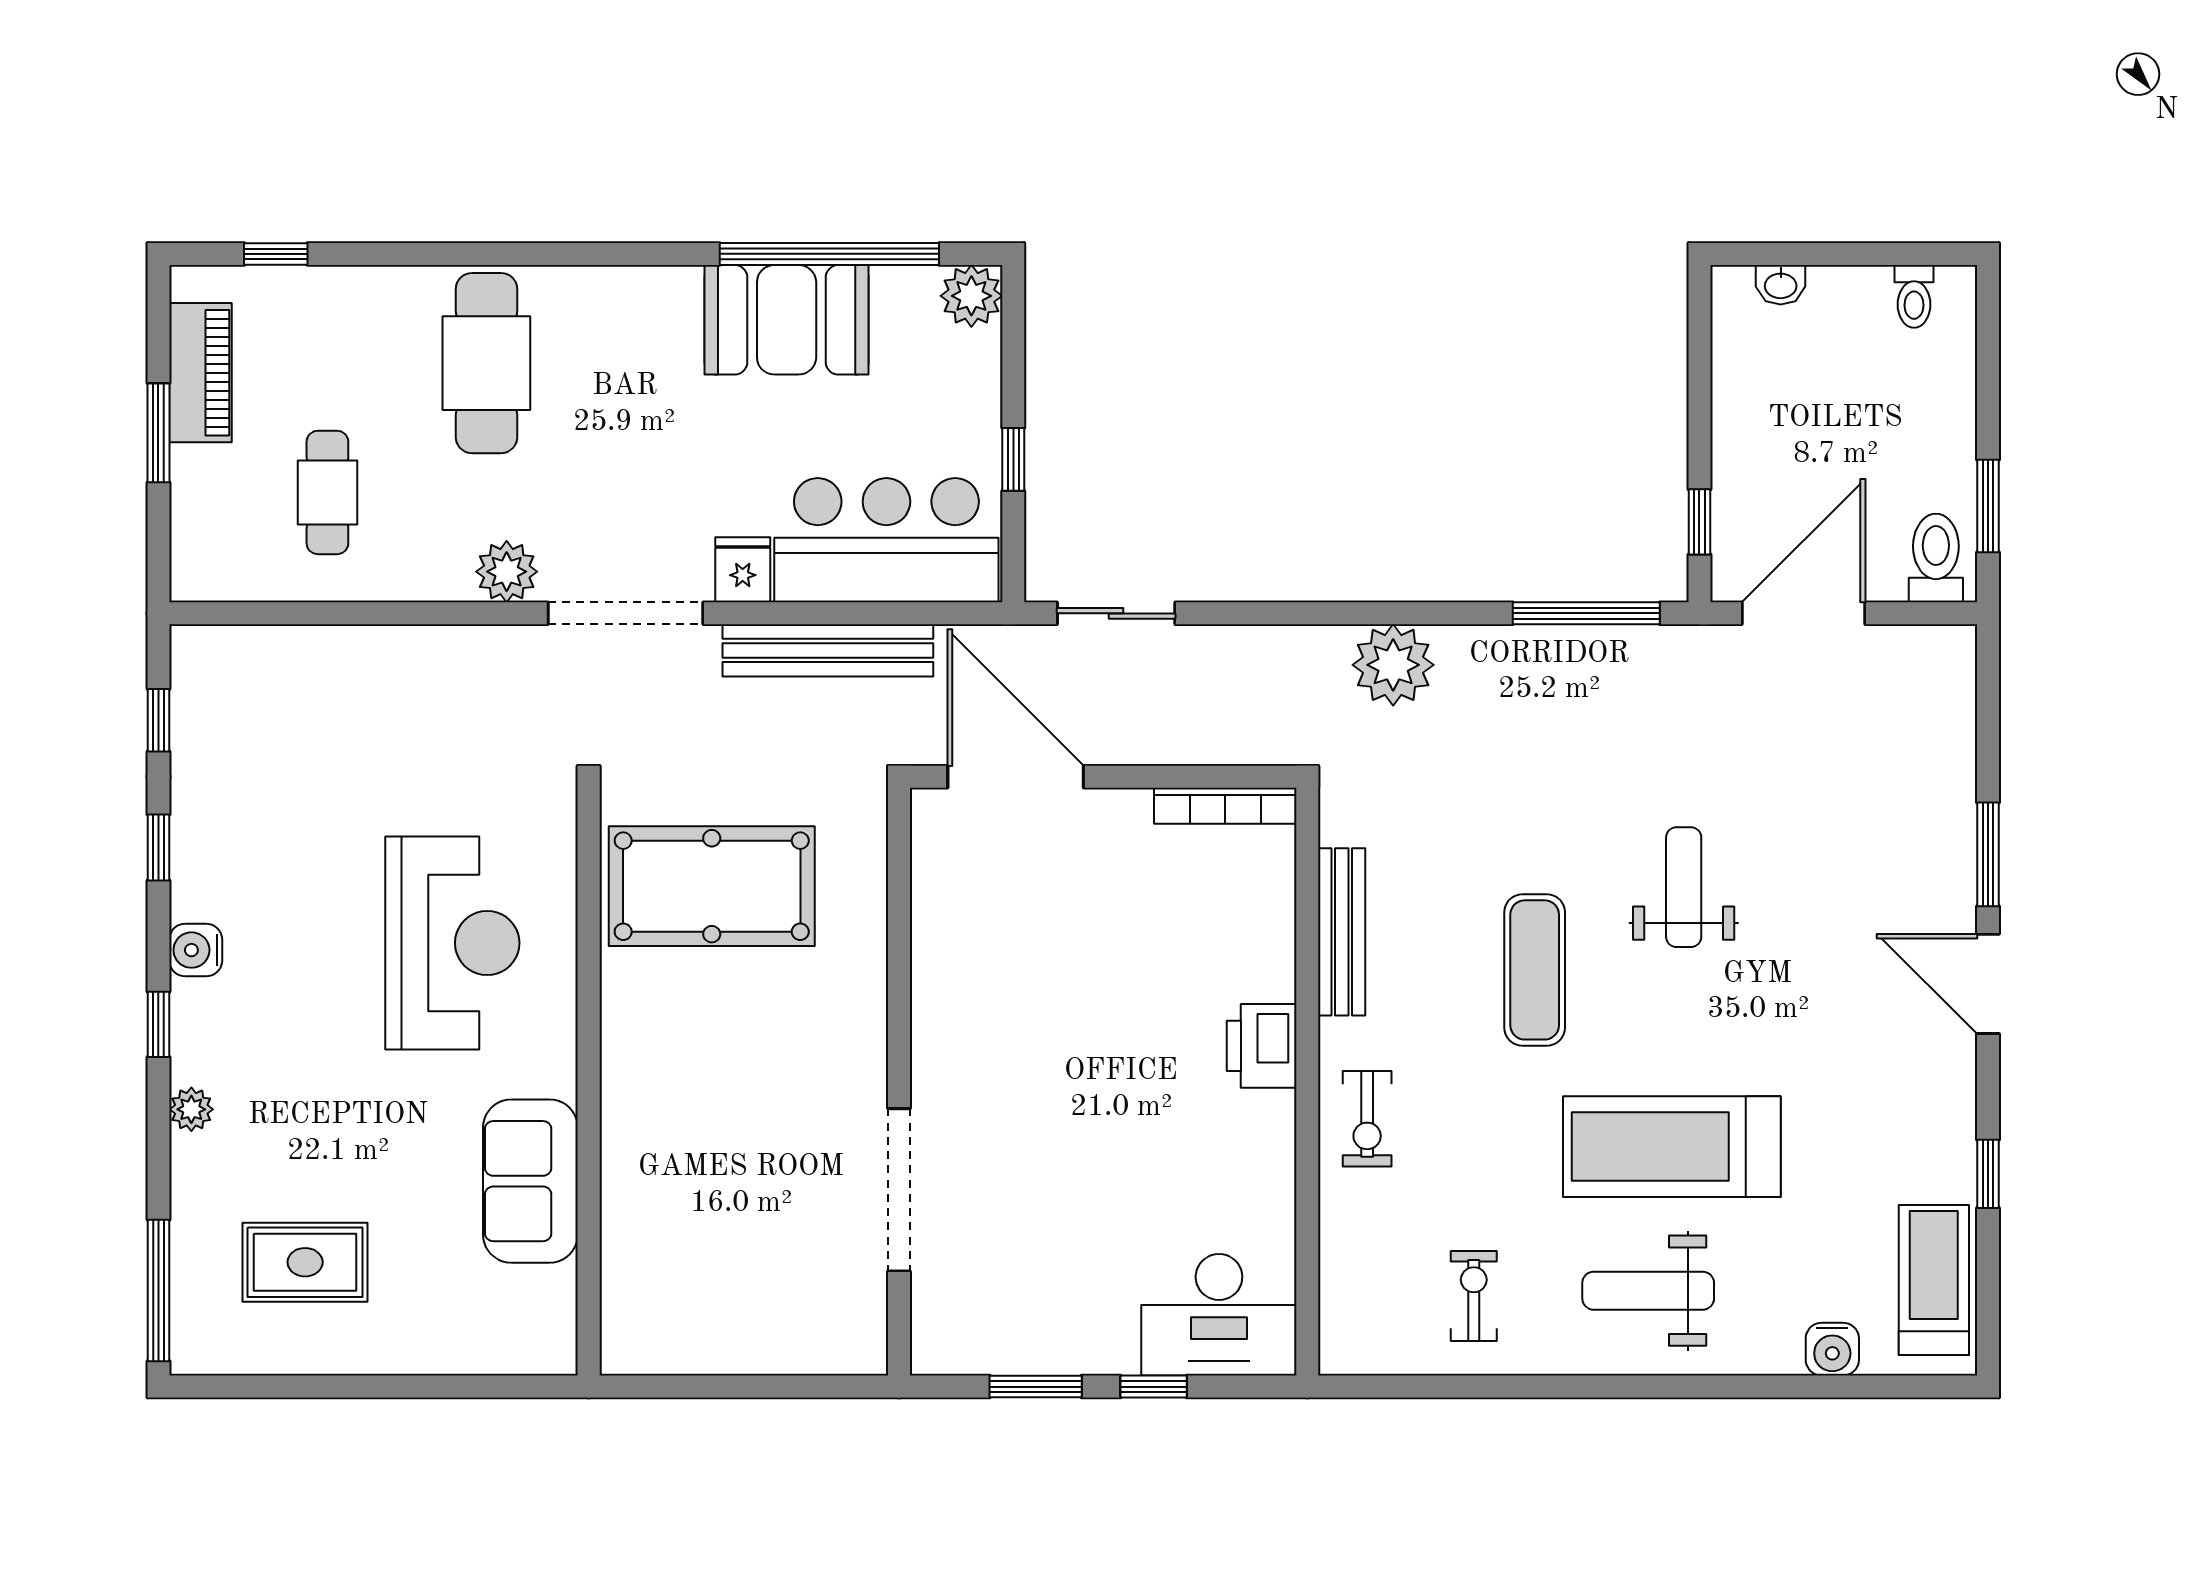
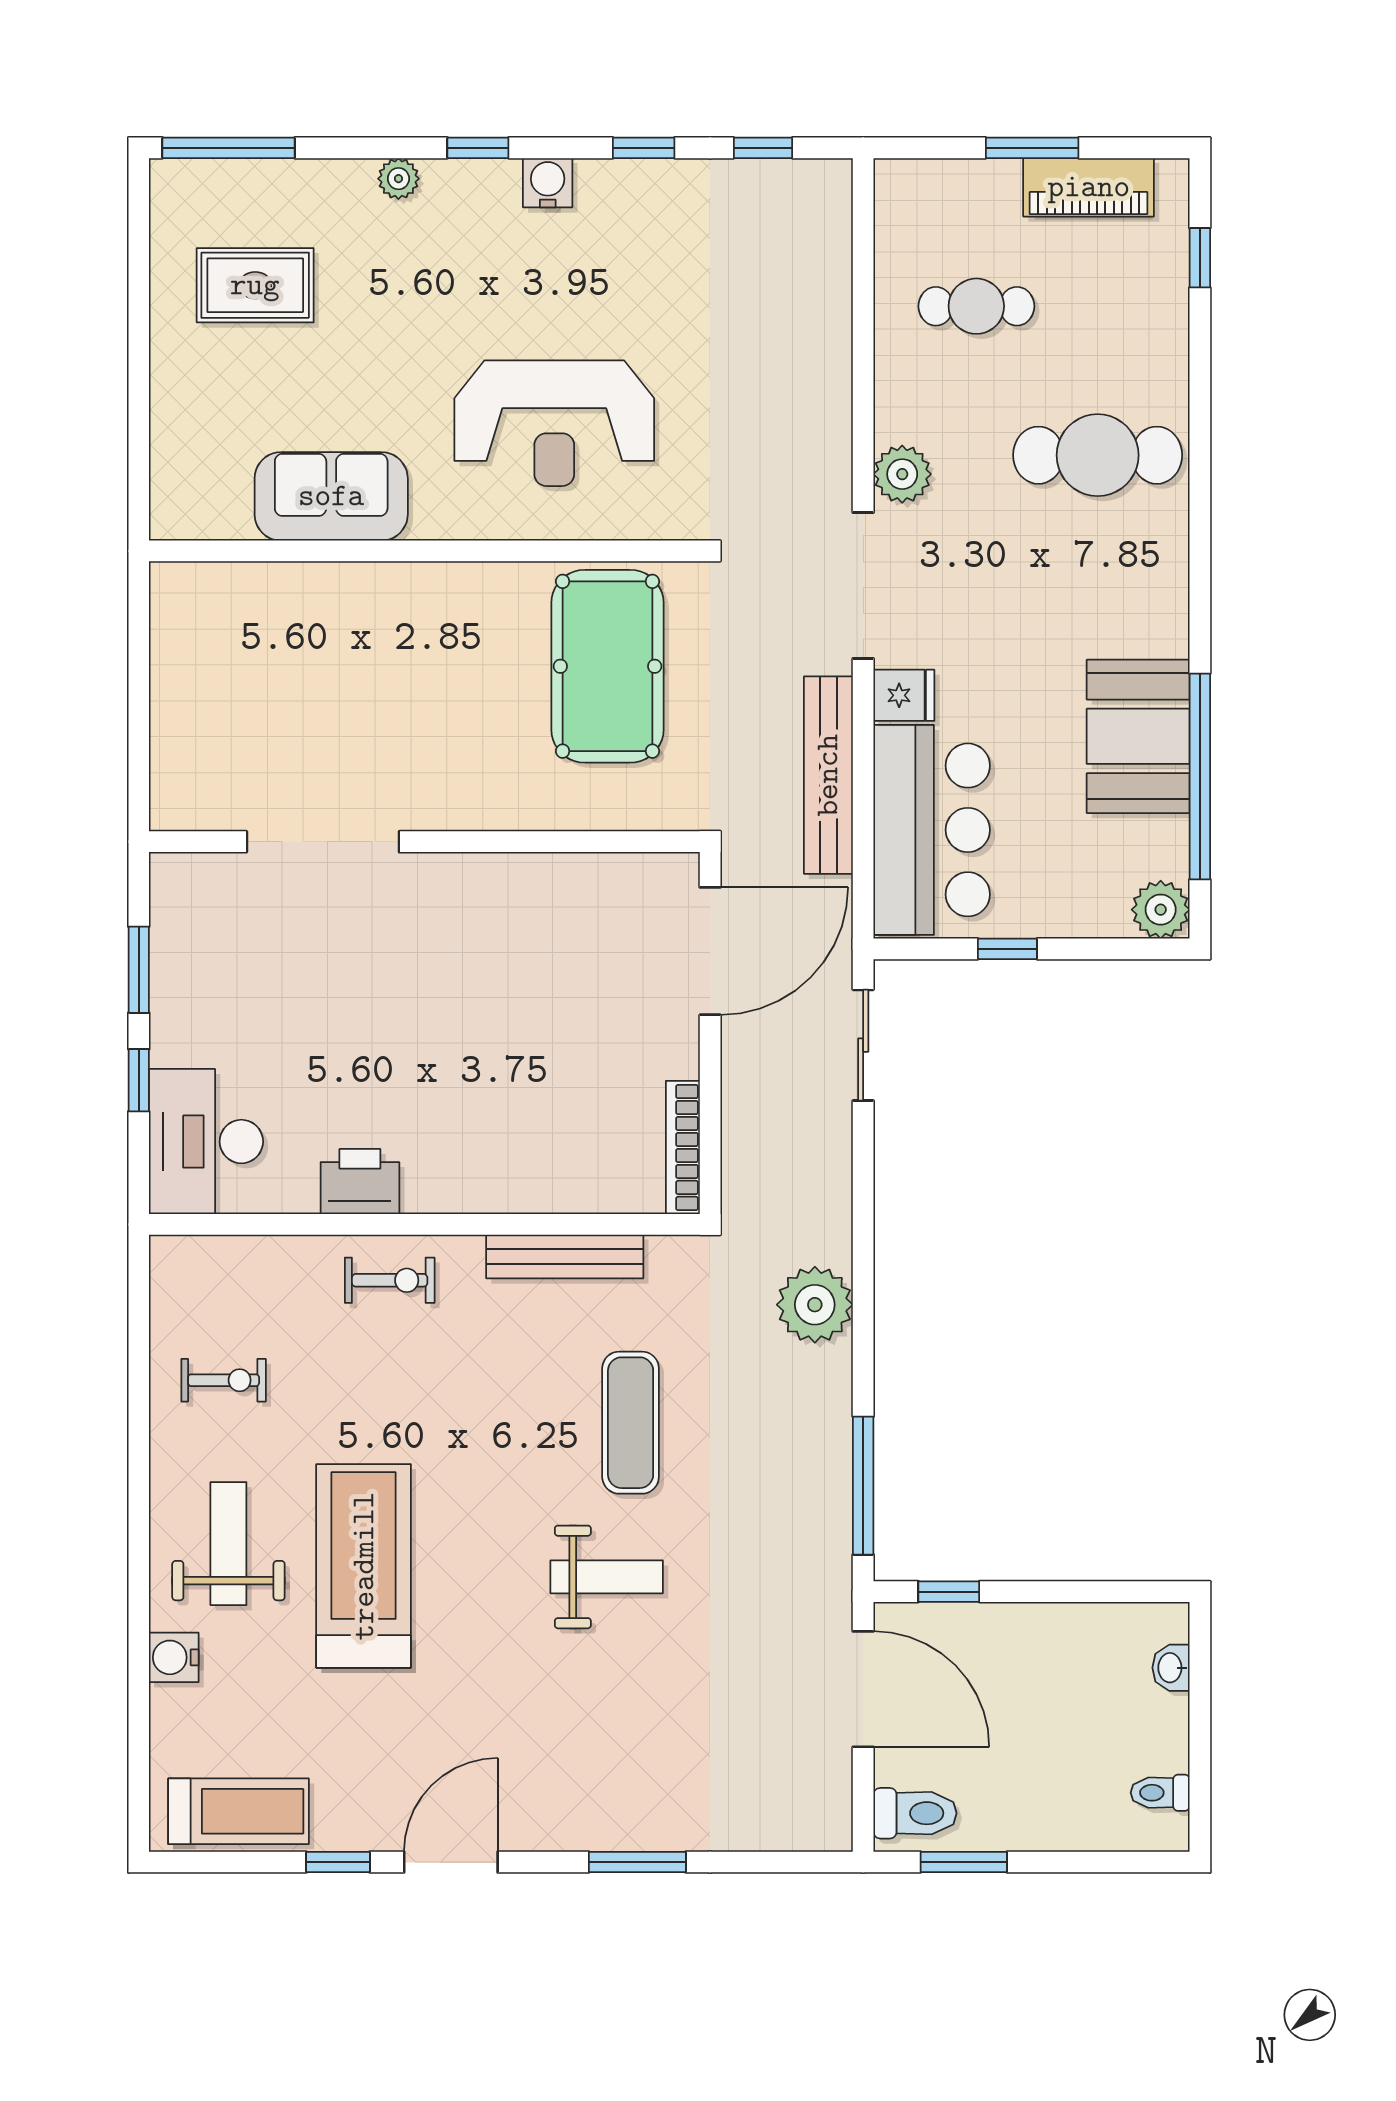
exercise mat: (1535, 970) -> (631, 1423), moved, turned 90
door: (1988, 984) -> (451, 1862), moved
printer: (1262, 1046) -> (360, 1182), moved
exercise bike: (1367, 1119) -> (390, 1280), turned 180
rug: (305, 1262) -> (255, 285), turned 90
water cooler: (1832, 1349) -> (174, 1657), moved

